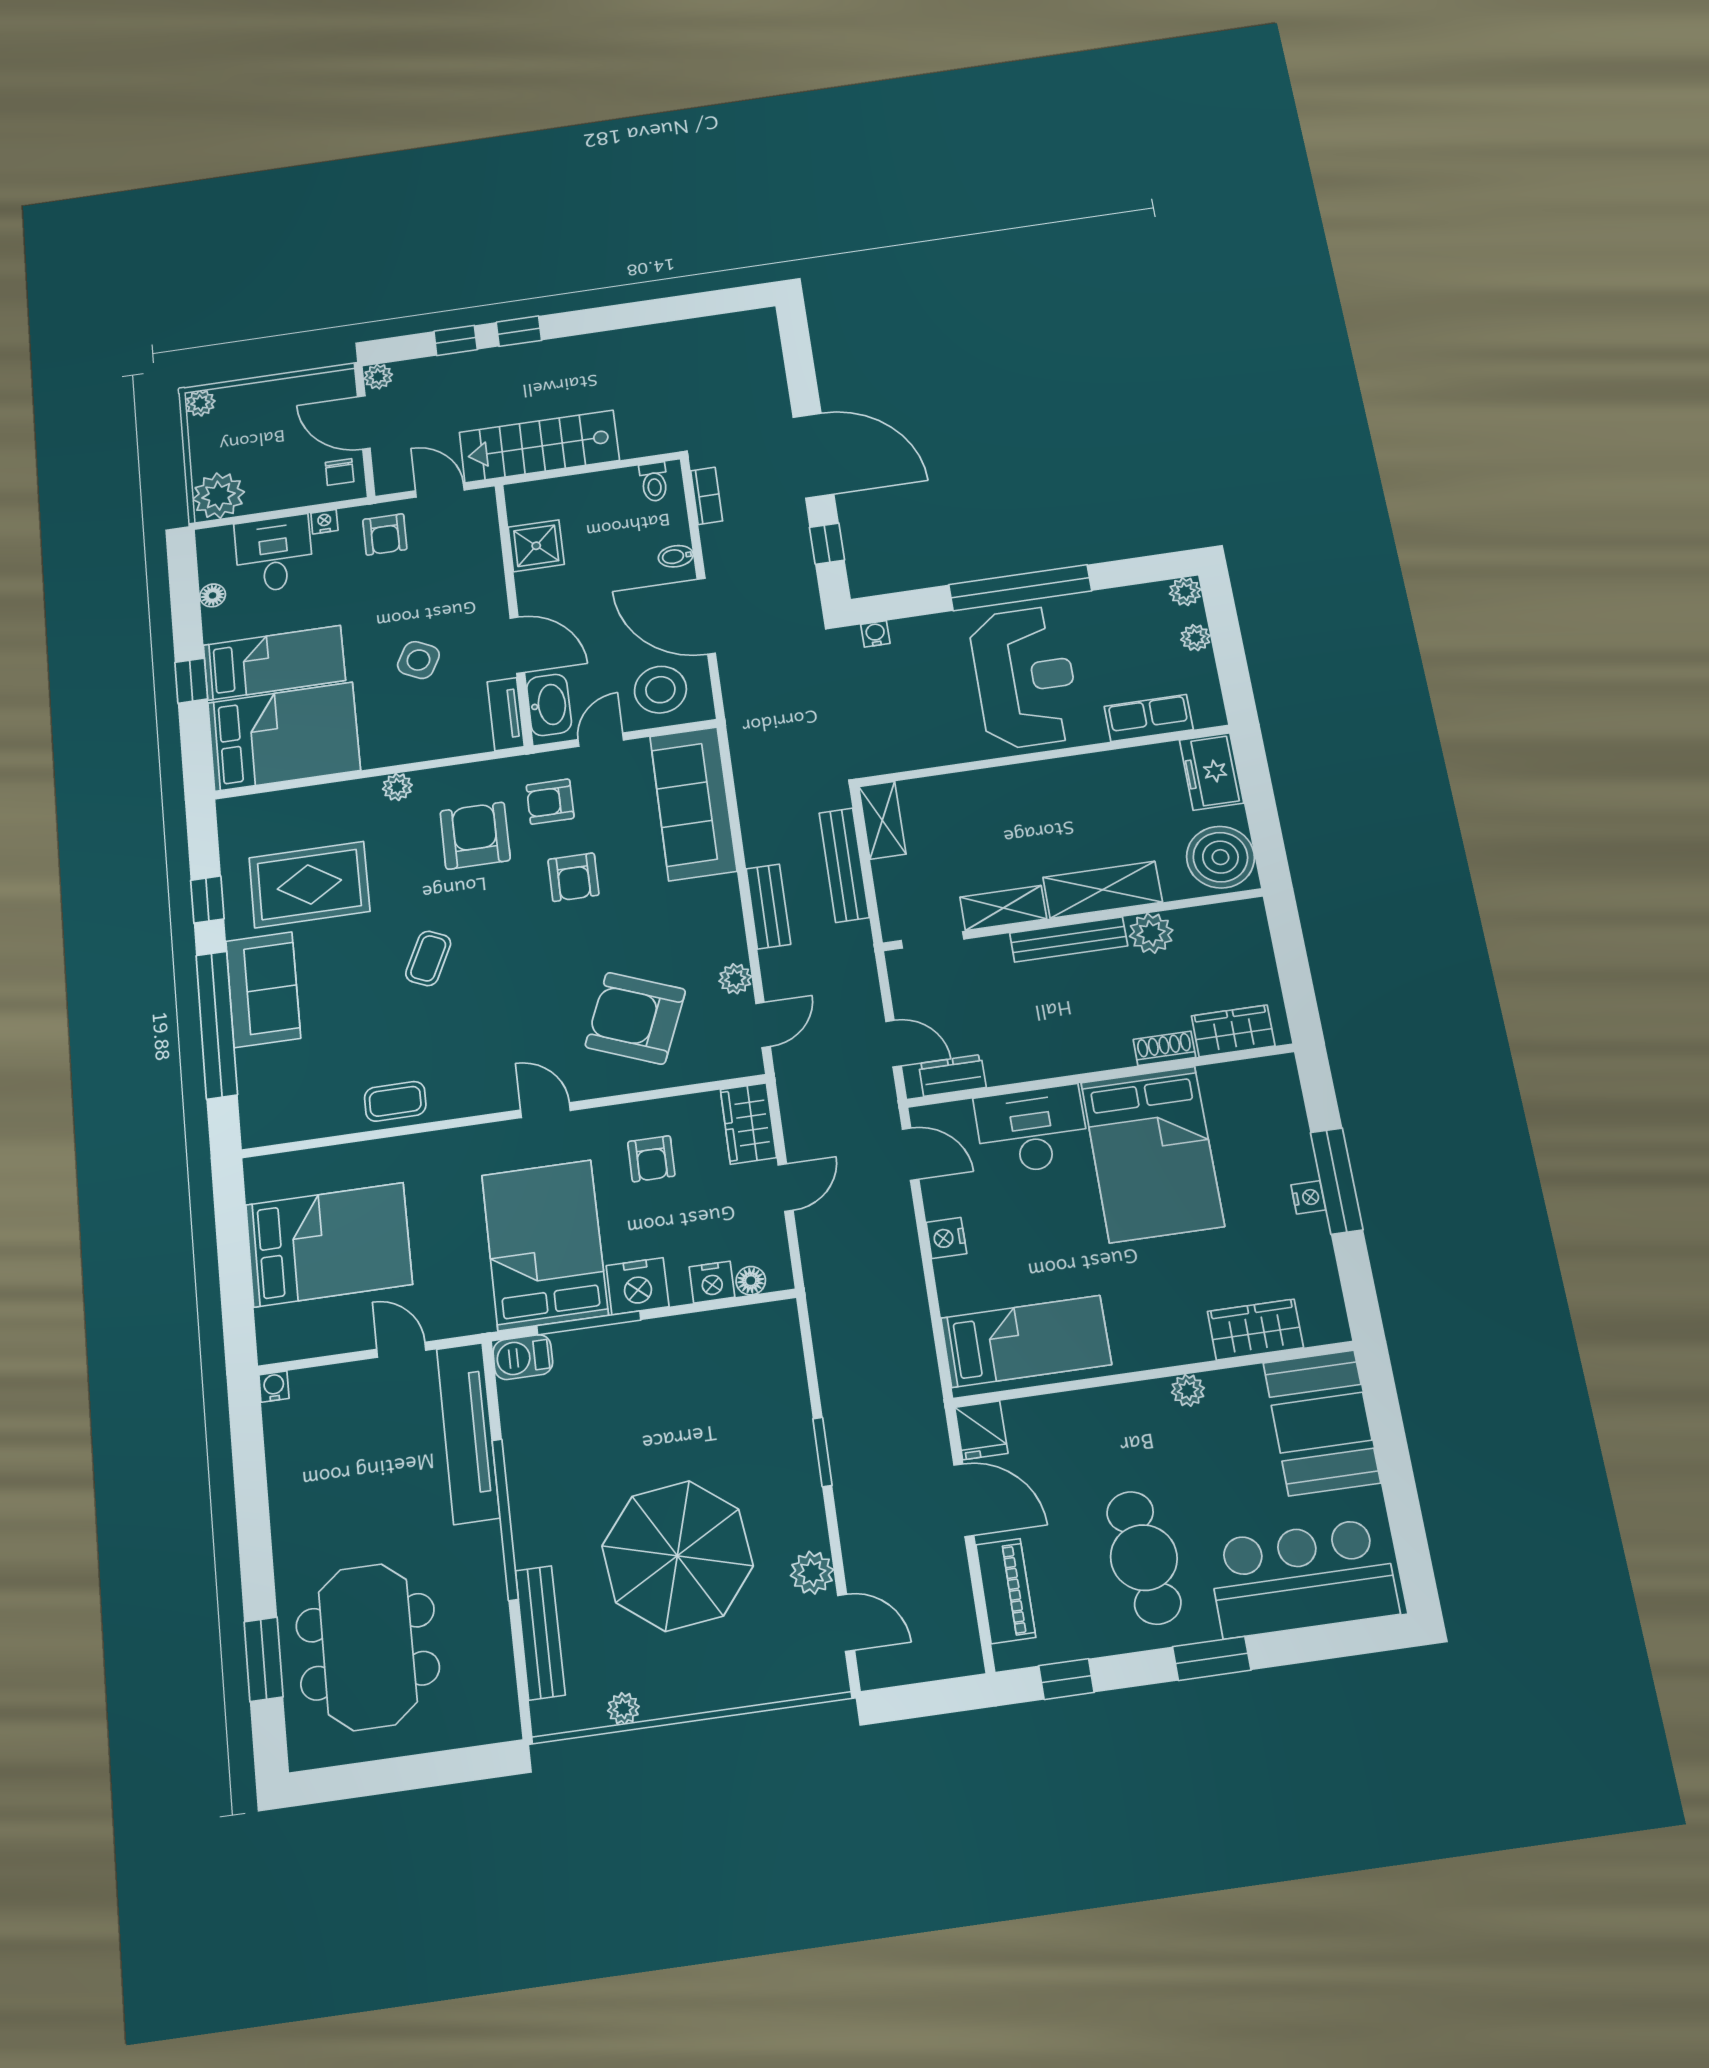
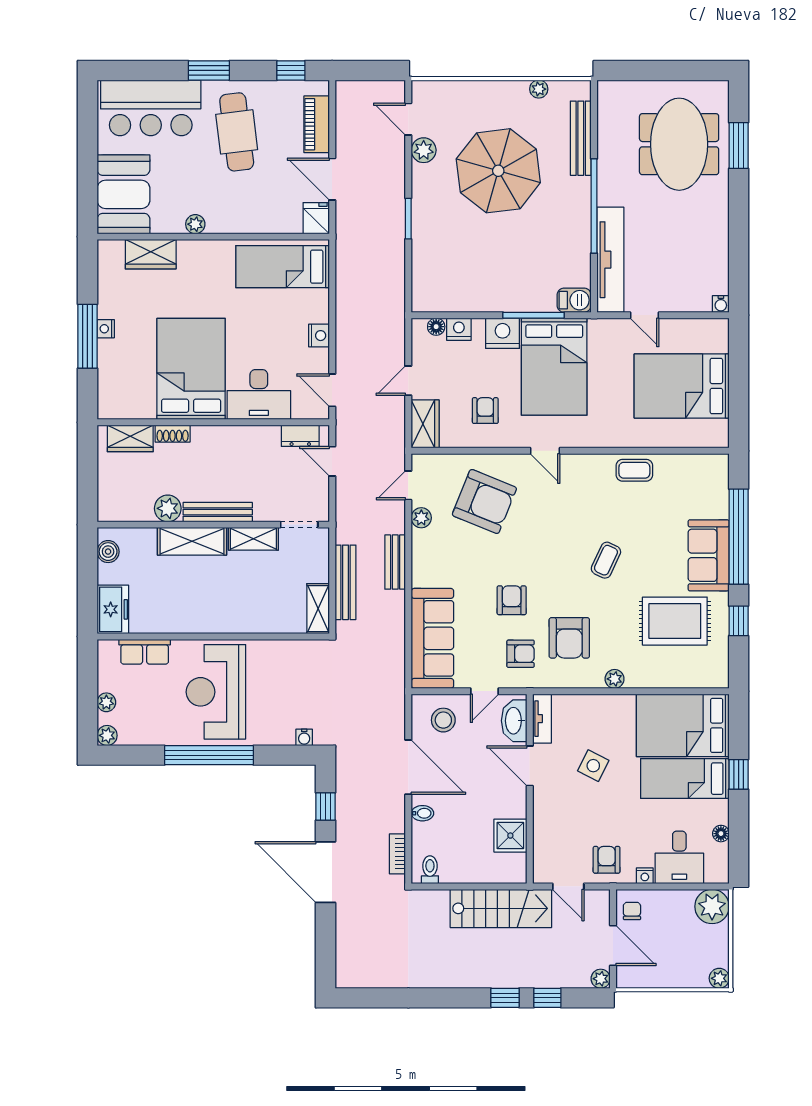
stool: (660, 690) -> (443, 720), width x0.73, depth x0.73
boiler: (1220, 857) -> (108, 552), width x0.54, depth x0.54

